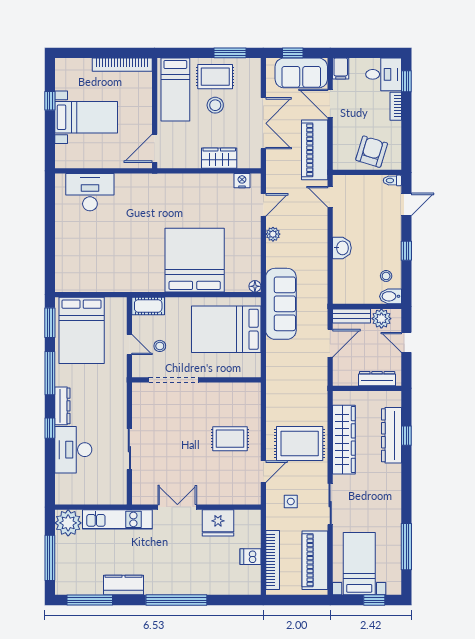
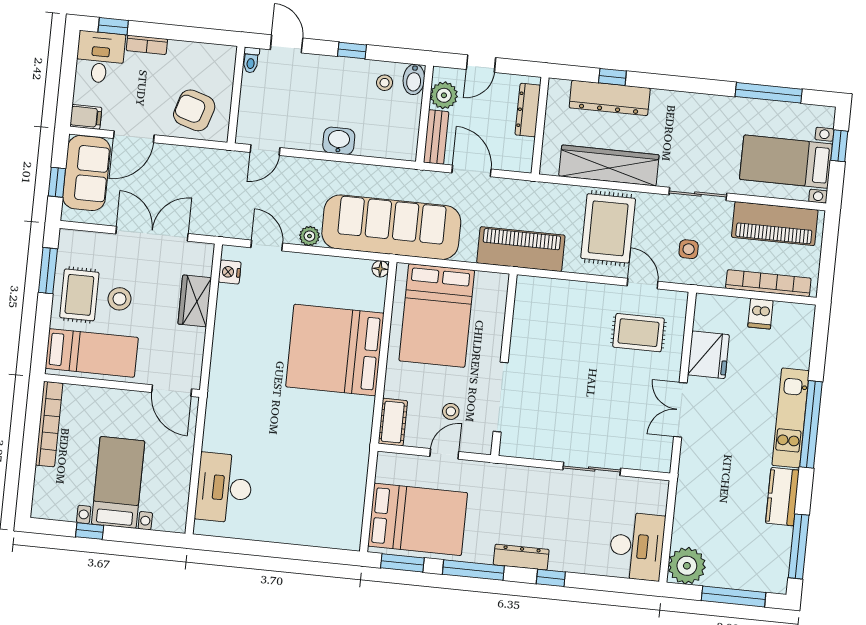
piano: (315, 150) -> (521, 249), moved, turned 180
armchair: (372, 152) -> (194, 110), moved
sofa: (281, 304) -> (391, 227), width x1.36, depth x1.27
rug: (230, 439) -> (638, 333), moved, turned 90
desk: (73, 450) -> (637, 546), moved, turned -90
kitchen unit: (117, 519) -> (791, 418), moved, turned 180

